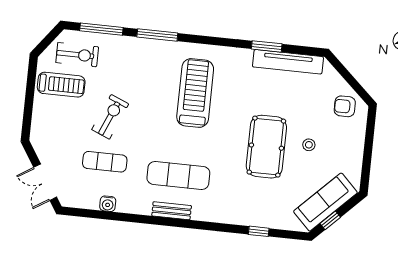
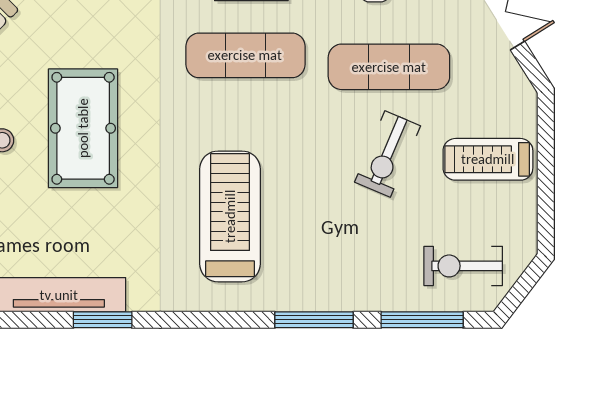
treadmill: (61, 85) -> (488, 159), moved
treadmill: (195, 93) -> (230, 216), turned 180
exercise mat: (105, 162) -> (389, 67), width x1.36, depth x1.45

